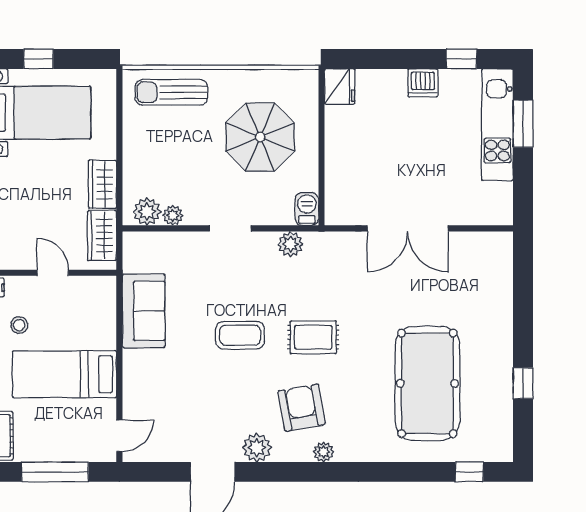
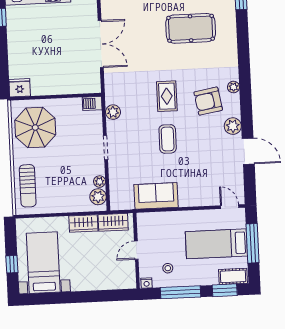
dishwasher: (423, 83) -> (15, 39), removed
parasol: (260, 137) -> (35, 128), moved
bed: (64, 374) -> (216, 244), moved, turned 90
pool table: (427, 383) -> (191, 28), width x0.73, depth x0.76

